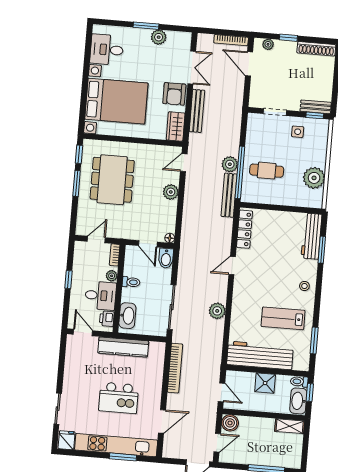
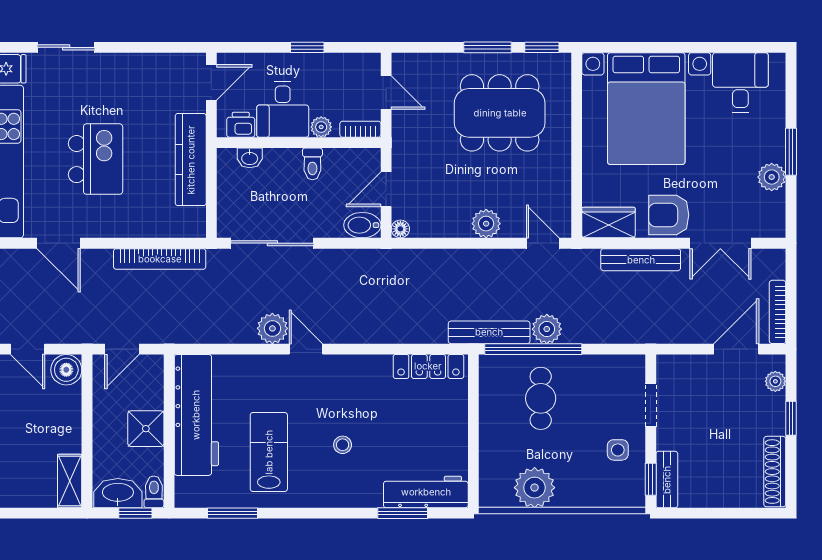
door: (232, 266) -> (306, 349), moved
stool: (304, 286) -> (343, 445), moved
washbasin: (127, 316) -> (250, 158), width x0.52, depth x0.69
kitchen island: (119, 398) -> (96, 159), turned 180

